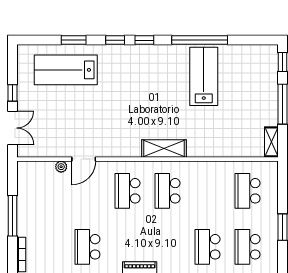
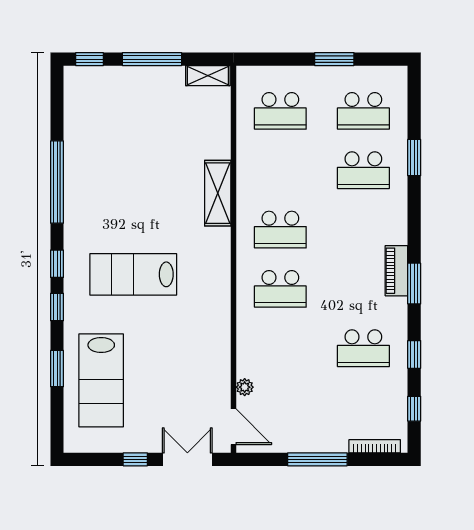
lab bench: (204, 76) -> (133, 274), moved
shelving: (164, 149) -> (218, 193), moved
door: (84, 159) -> (233, 427), moved

